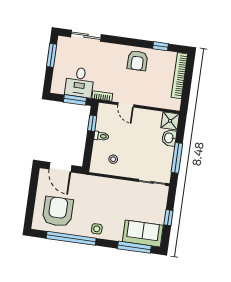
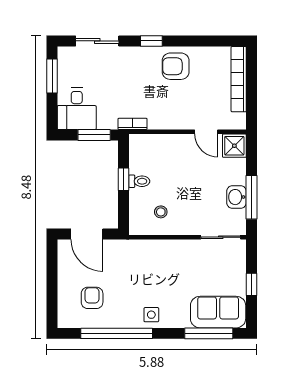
window: (161, 46) -> (151, 41), moved
armchair: (137, 61) -> (176, 66), turned 90
desk: (80, 82) -> (77, 109), moved
door: (126, 105) -> (206, 132), moved
window: (92, 123) -> (124, 179), moved
washbasin: (169, 138) -> (237, 197), moved
armchair: (58, 212) -> (92, 298), width x0.53, depth x0.53

